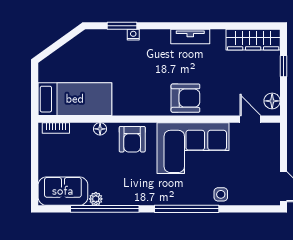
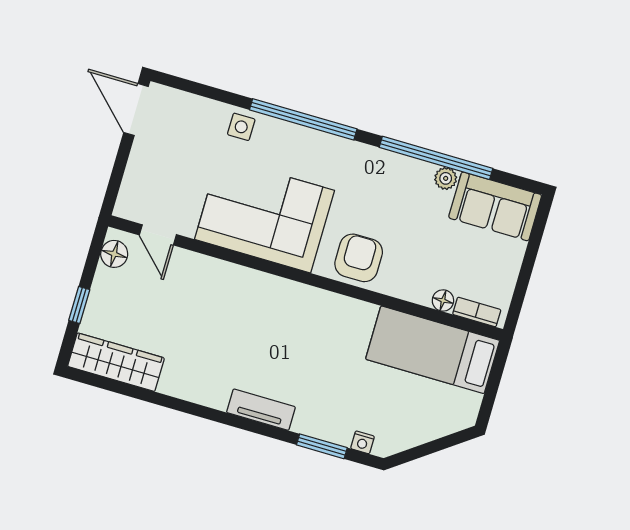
nightstand: (133, 35) -> (362, 442), moved
tv unit: (190, 37) -> (261, 410), moved
armchair: (185, 98) -> (253, 299), removed
floor lamp: (100, 129) -> (443, 300), moved

